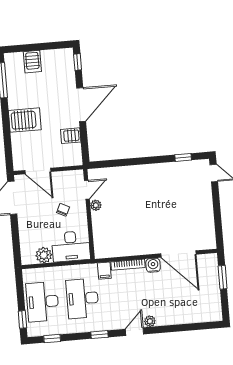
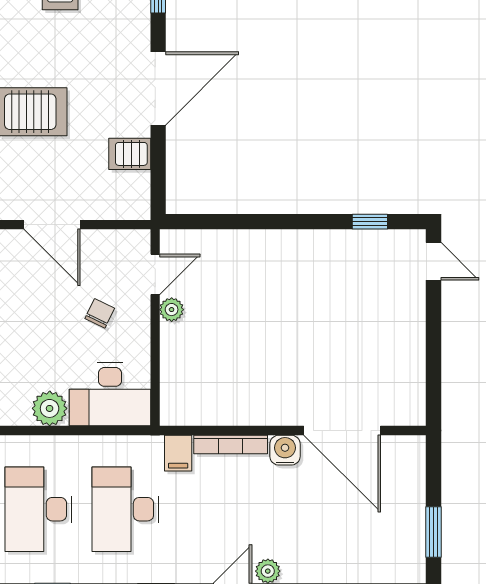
window: (223, 277) -> (434, 532), moved

